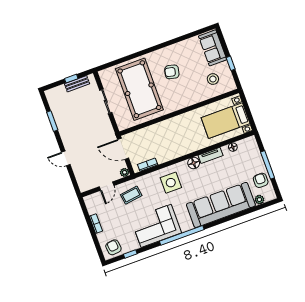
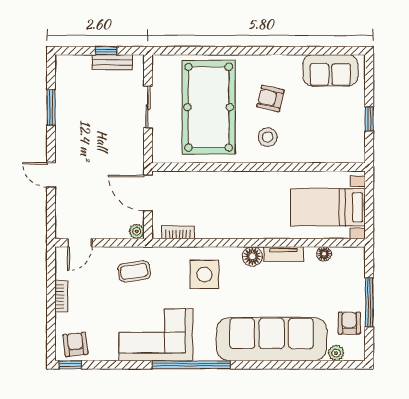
sofa: (213, 48) -> (330, 70), moved, turned -90
stool: (213, 79) -> (268, 137), moved
door: (107, 186) -> (80, 243), moved
window: (130, 254) -> (70, 365), moved

